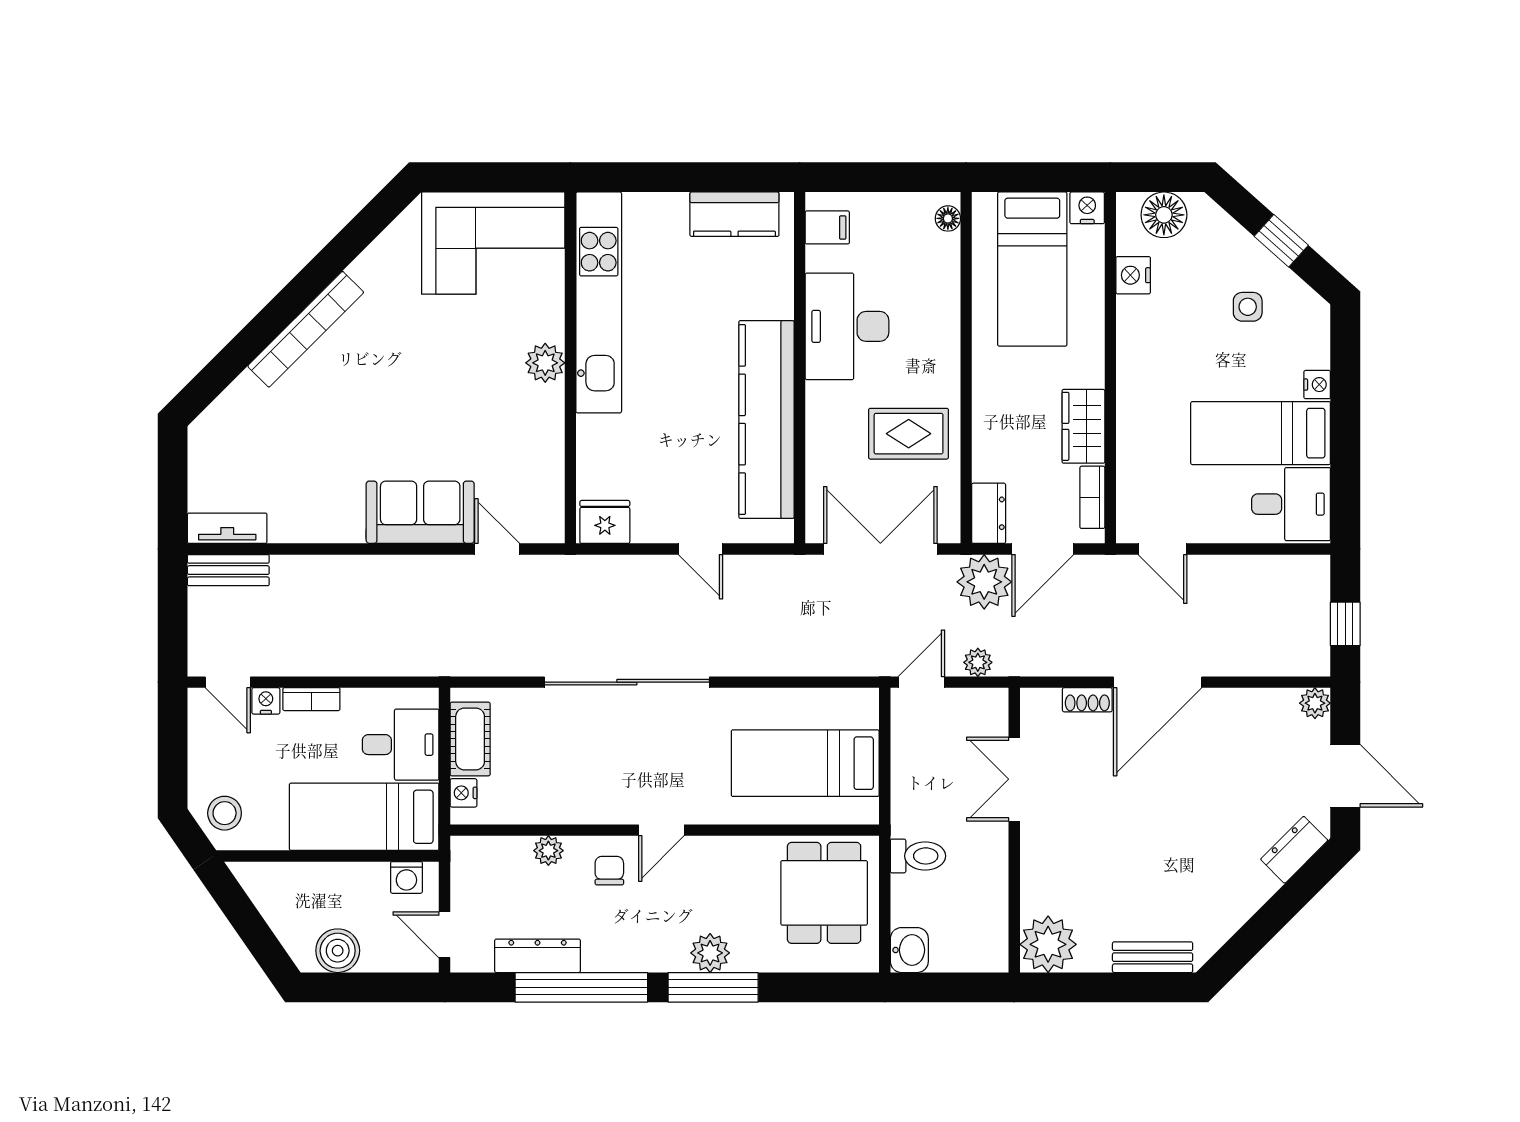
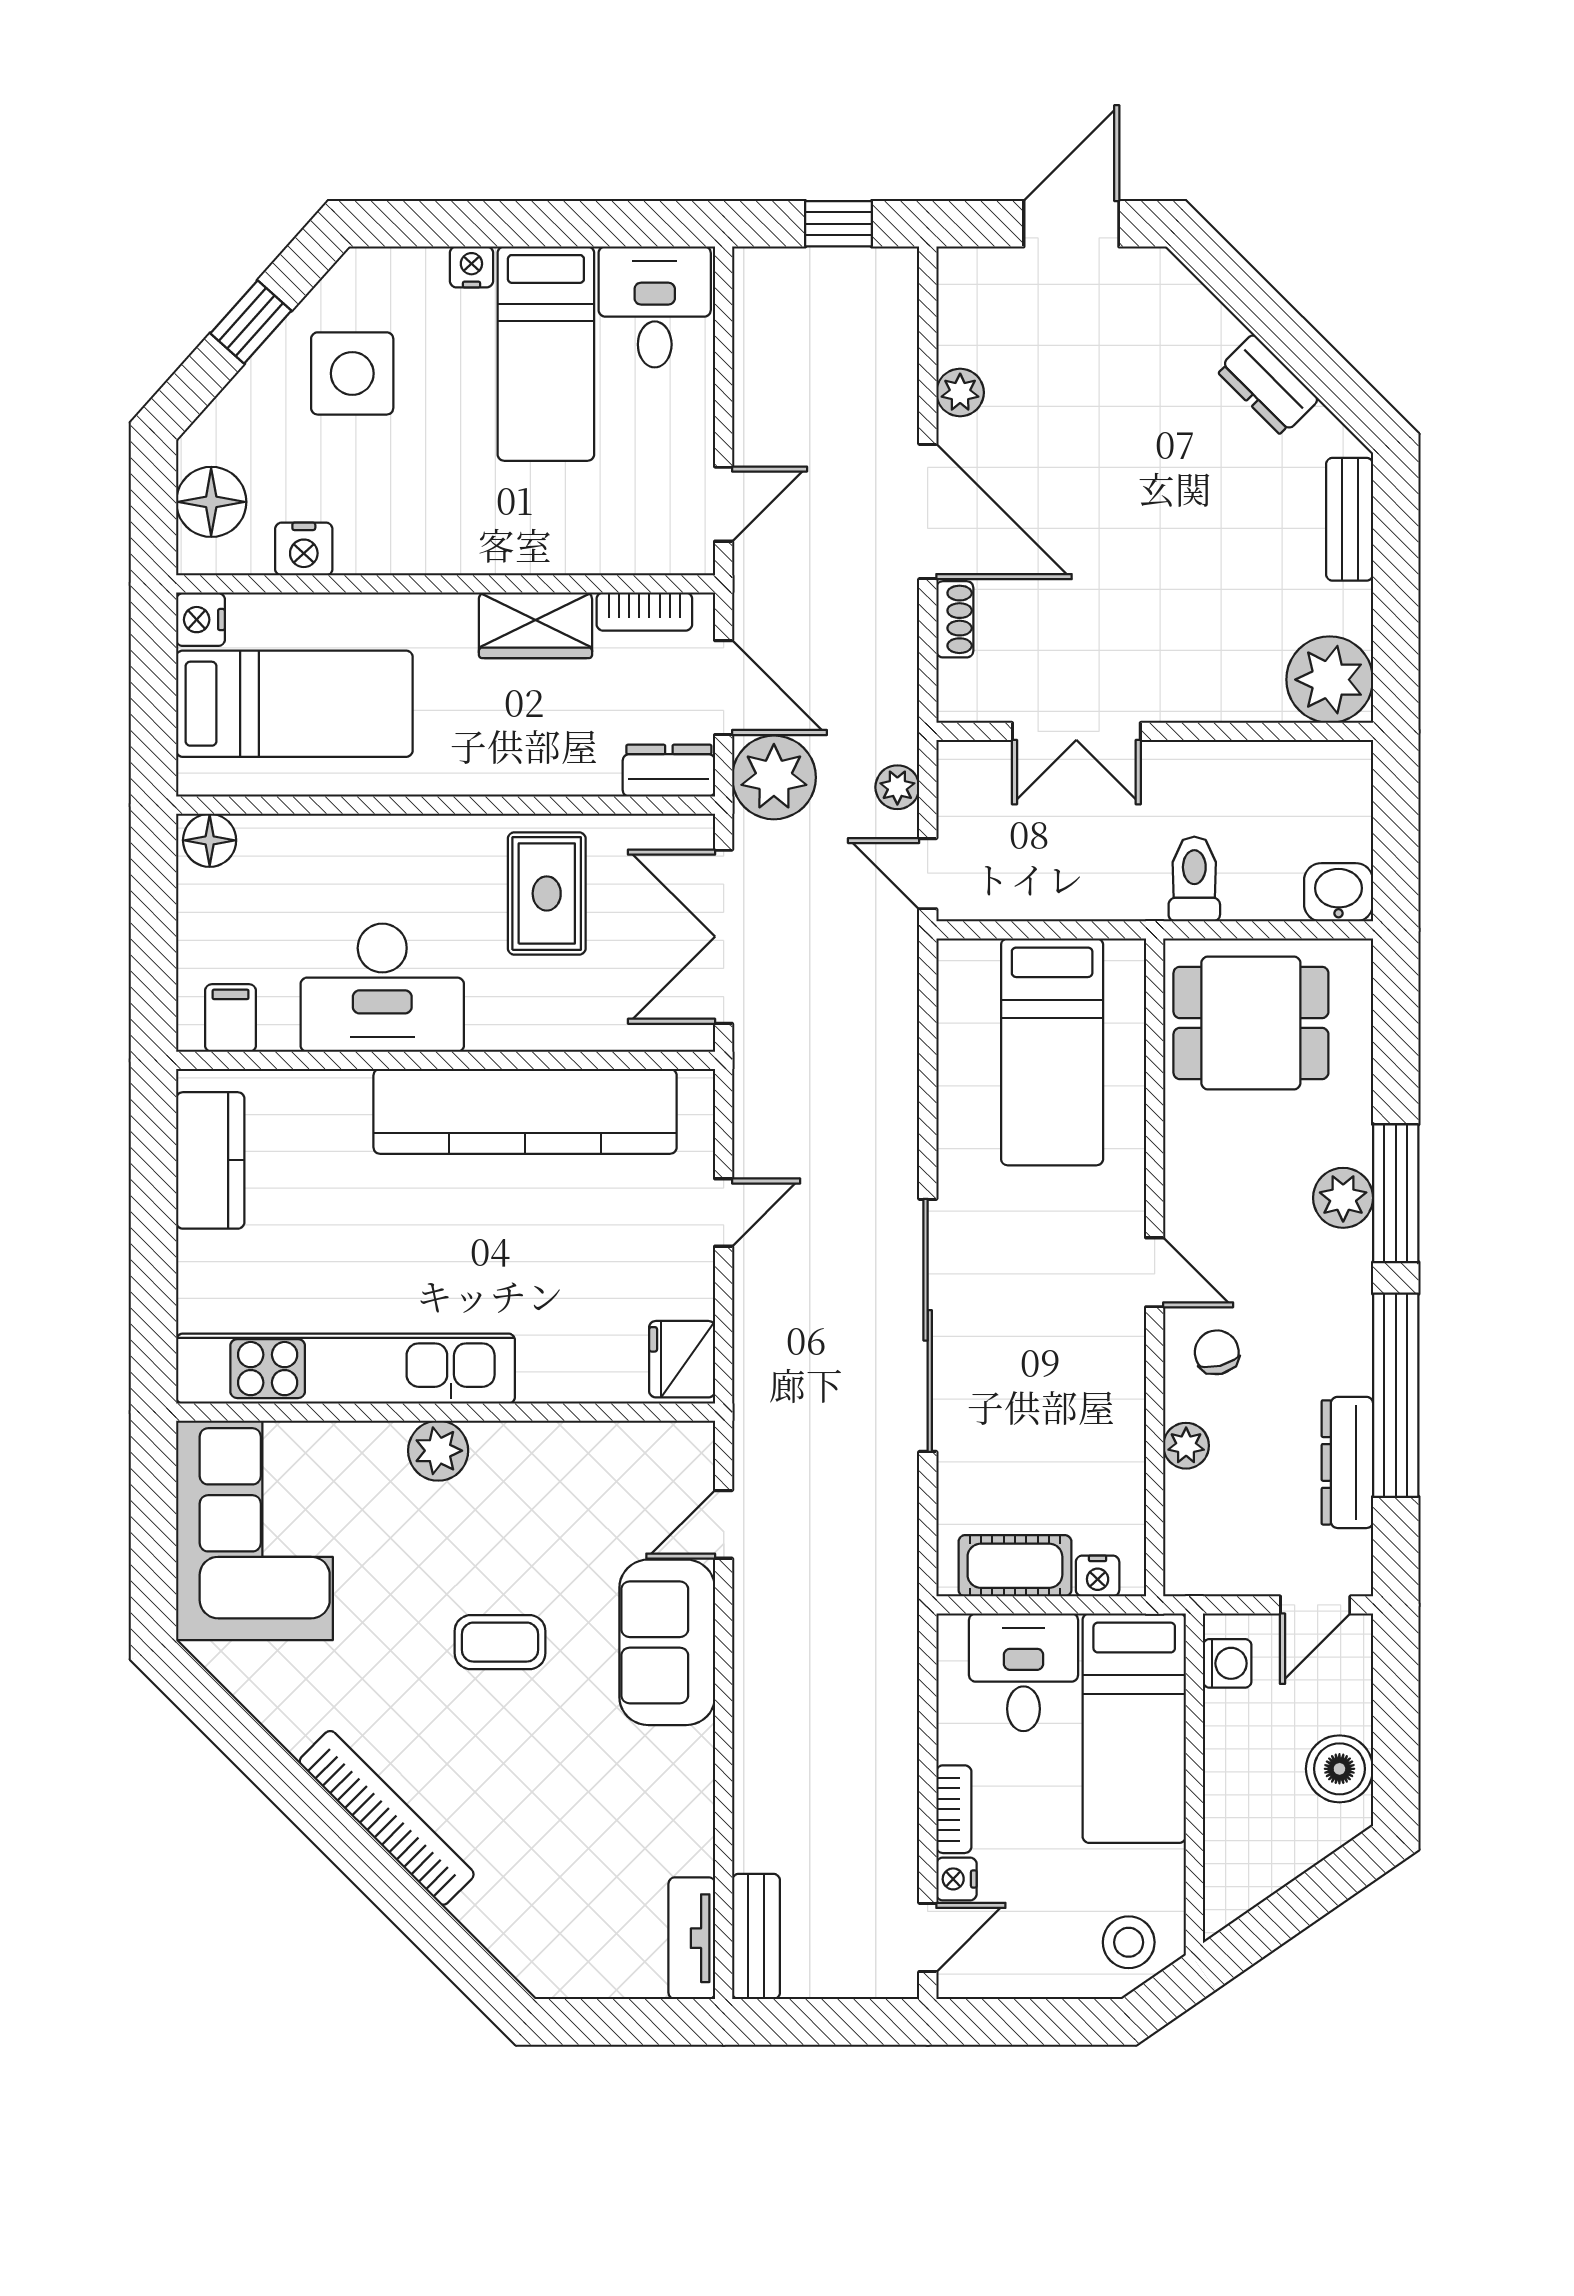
floor lamp: (948, 218) -> (210, 840), width x1.37, depth x1.37
side table: (1248, 307) -> (352, 373), width x1.87, depth x1.87
coffee table: (420, 403) -> (500, 1642), added
plant: (1315, 703) -> (960, 393), moved
dresser: (1294, 850) -> (1268, 385), moved
chair: (609, 871) -> (1217, 1352), turned 76

